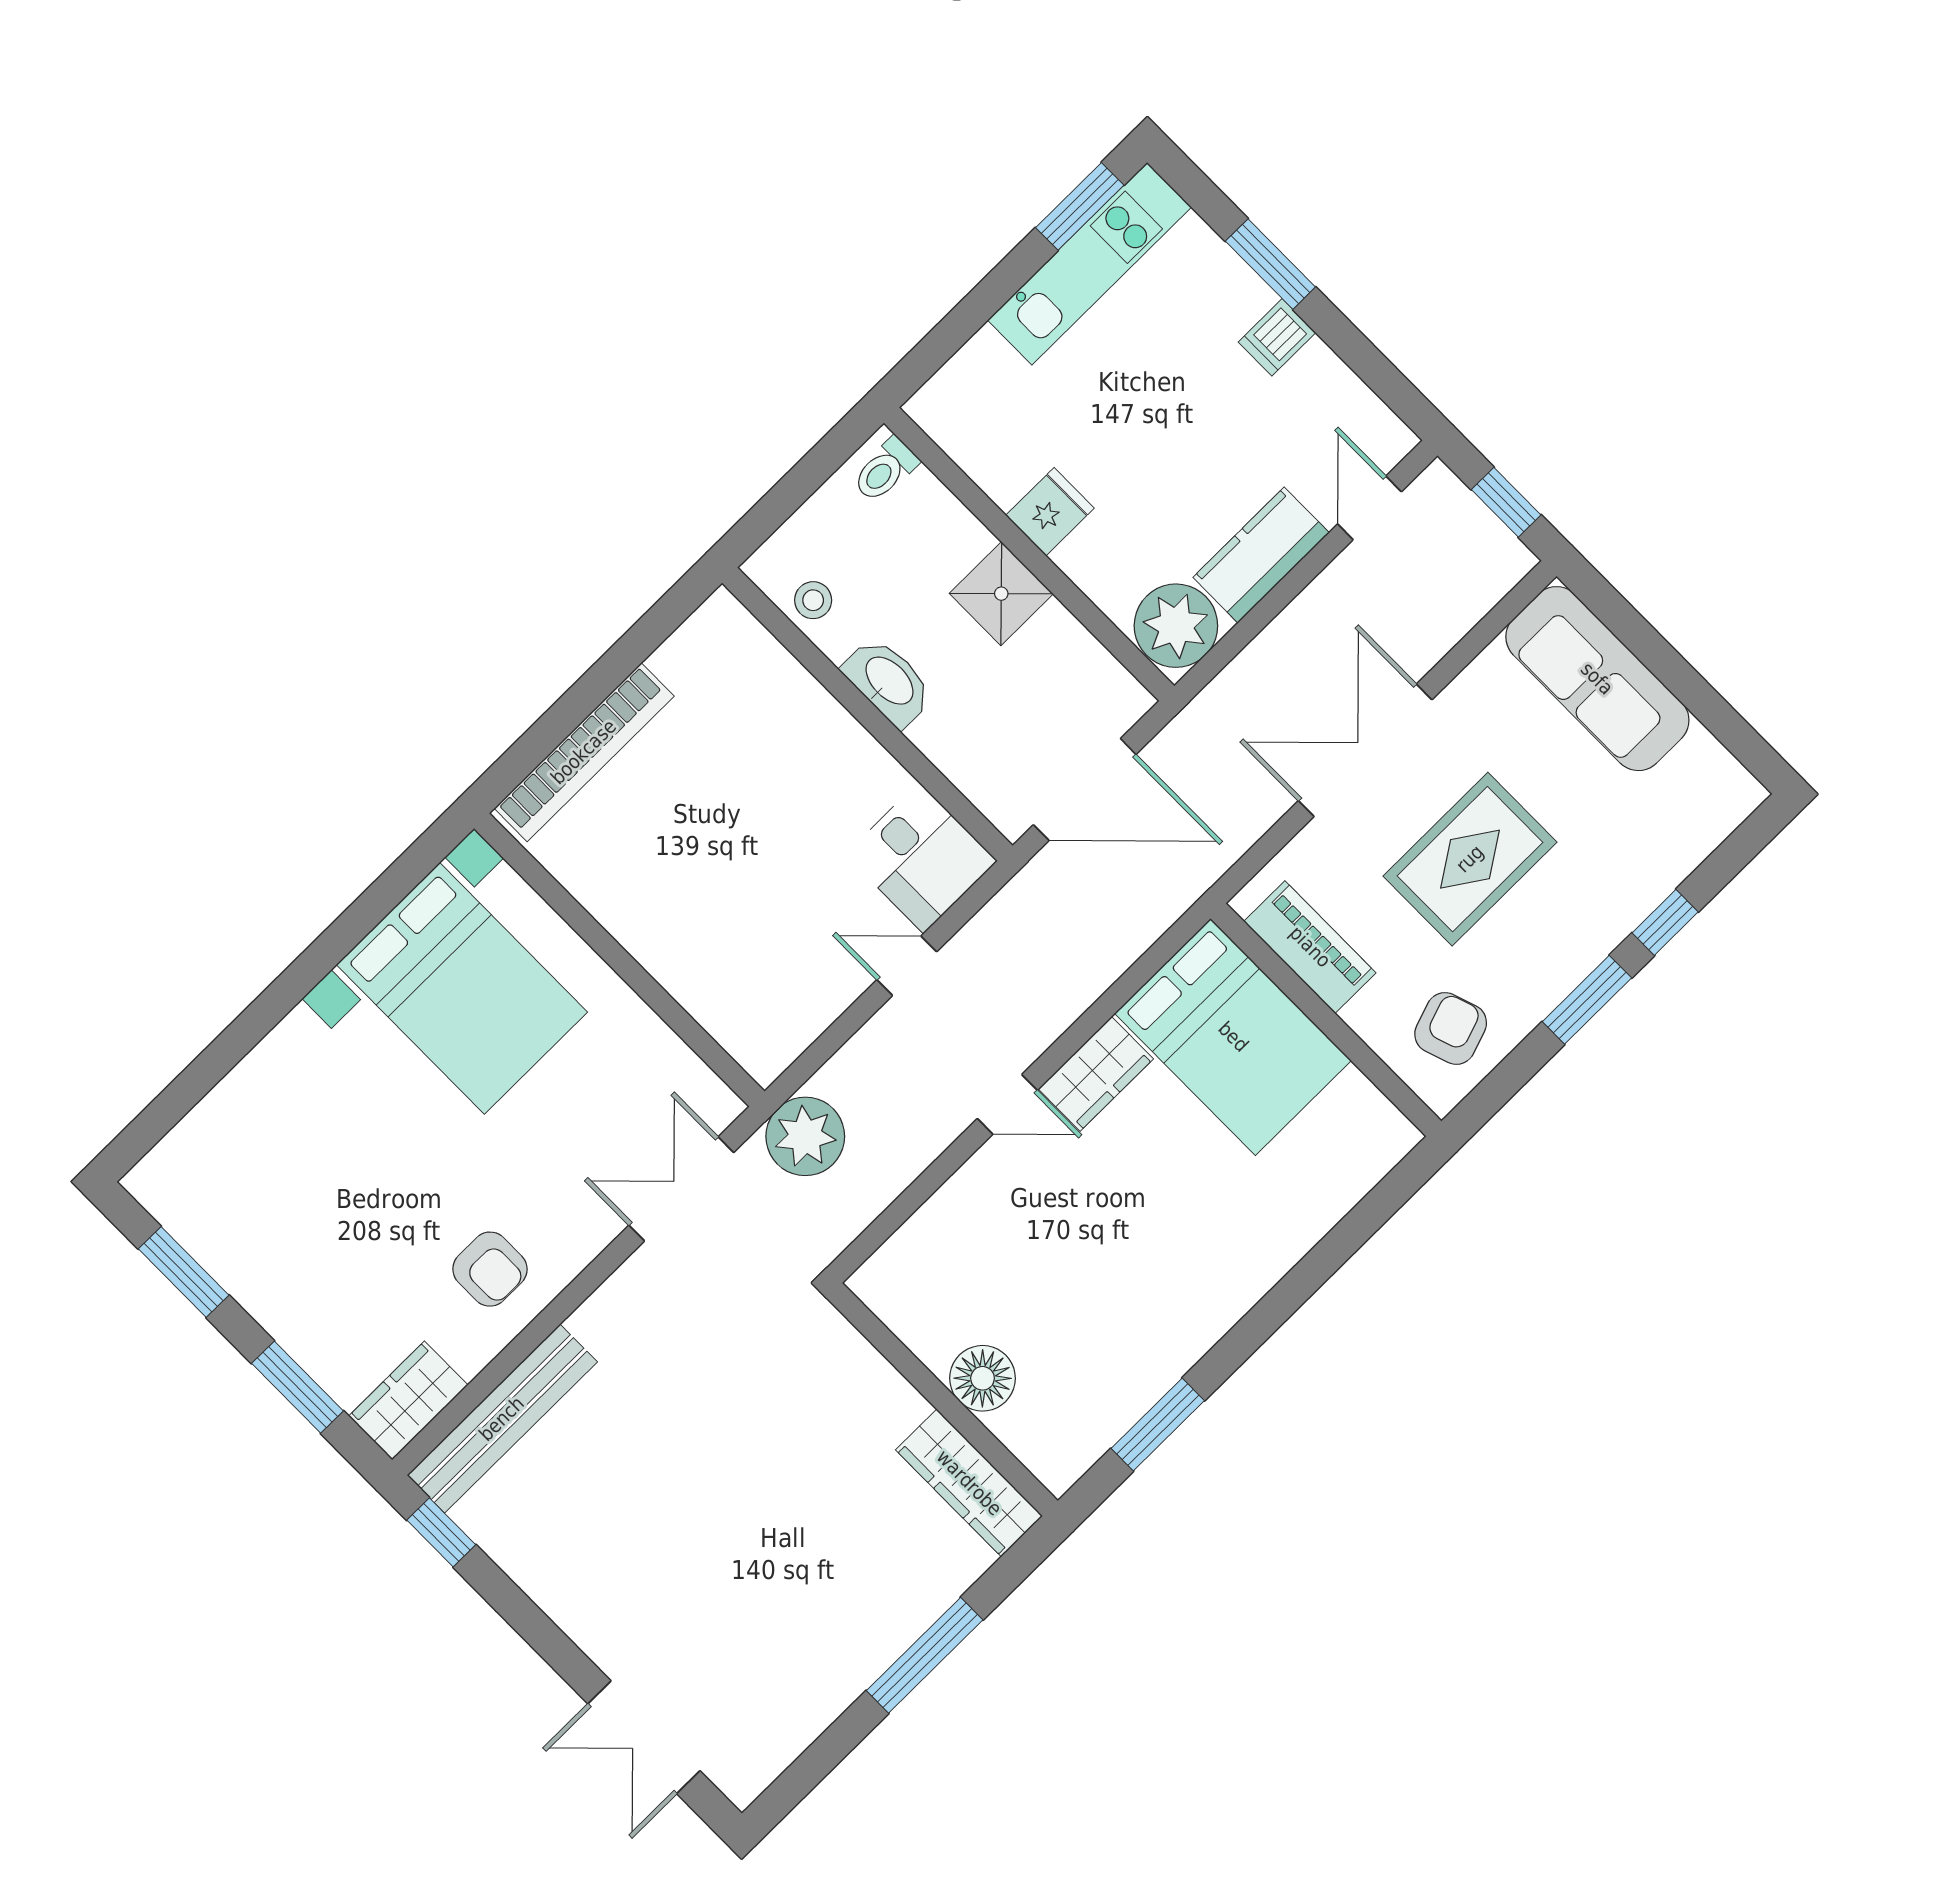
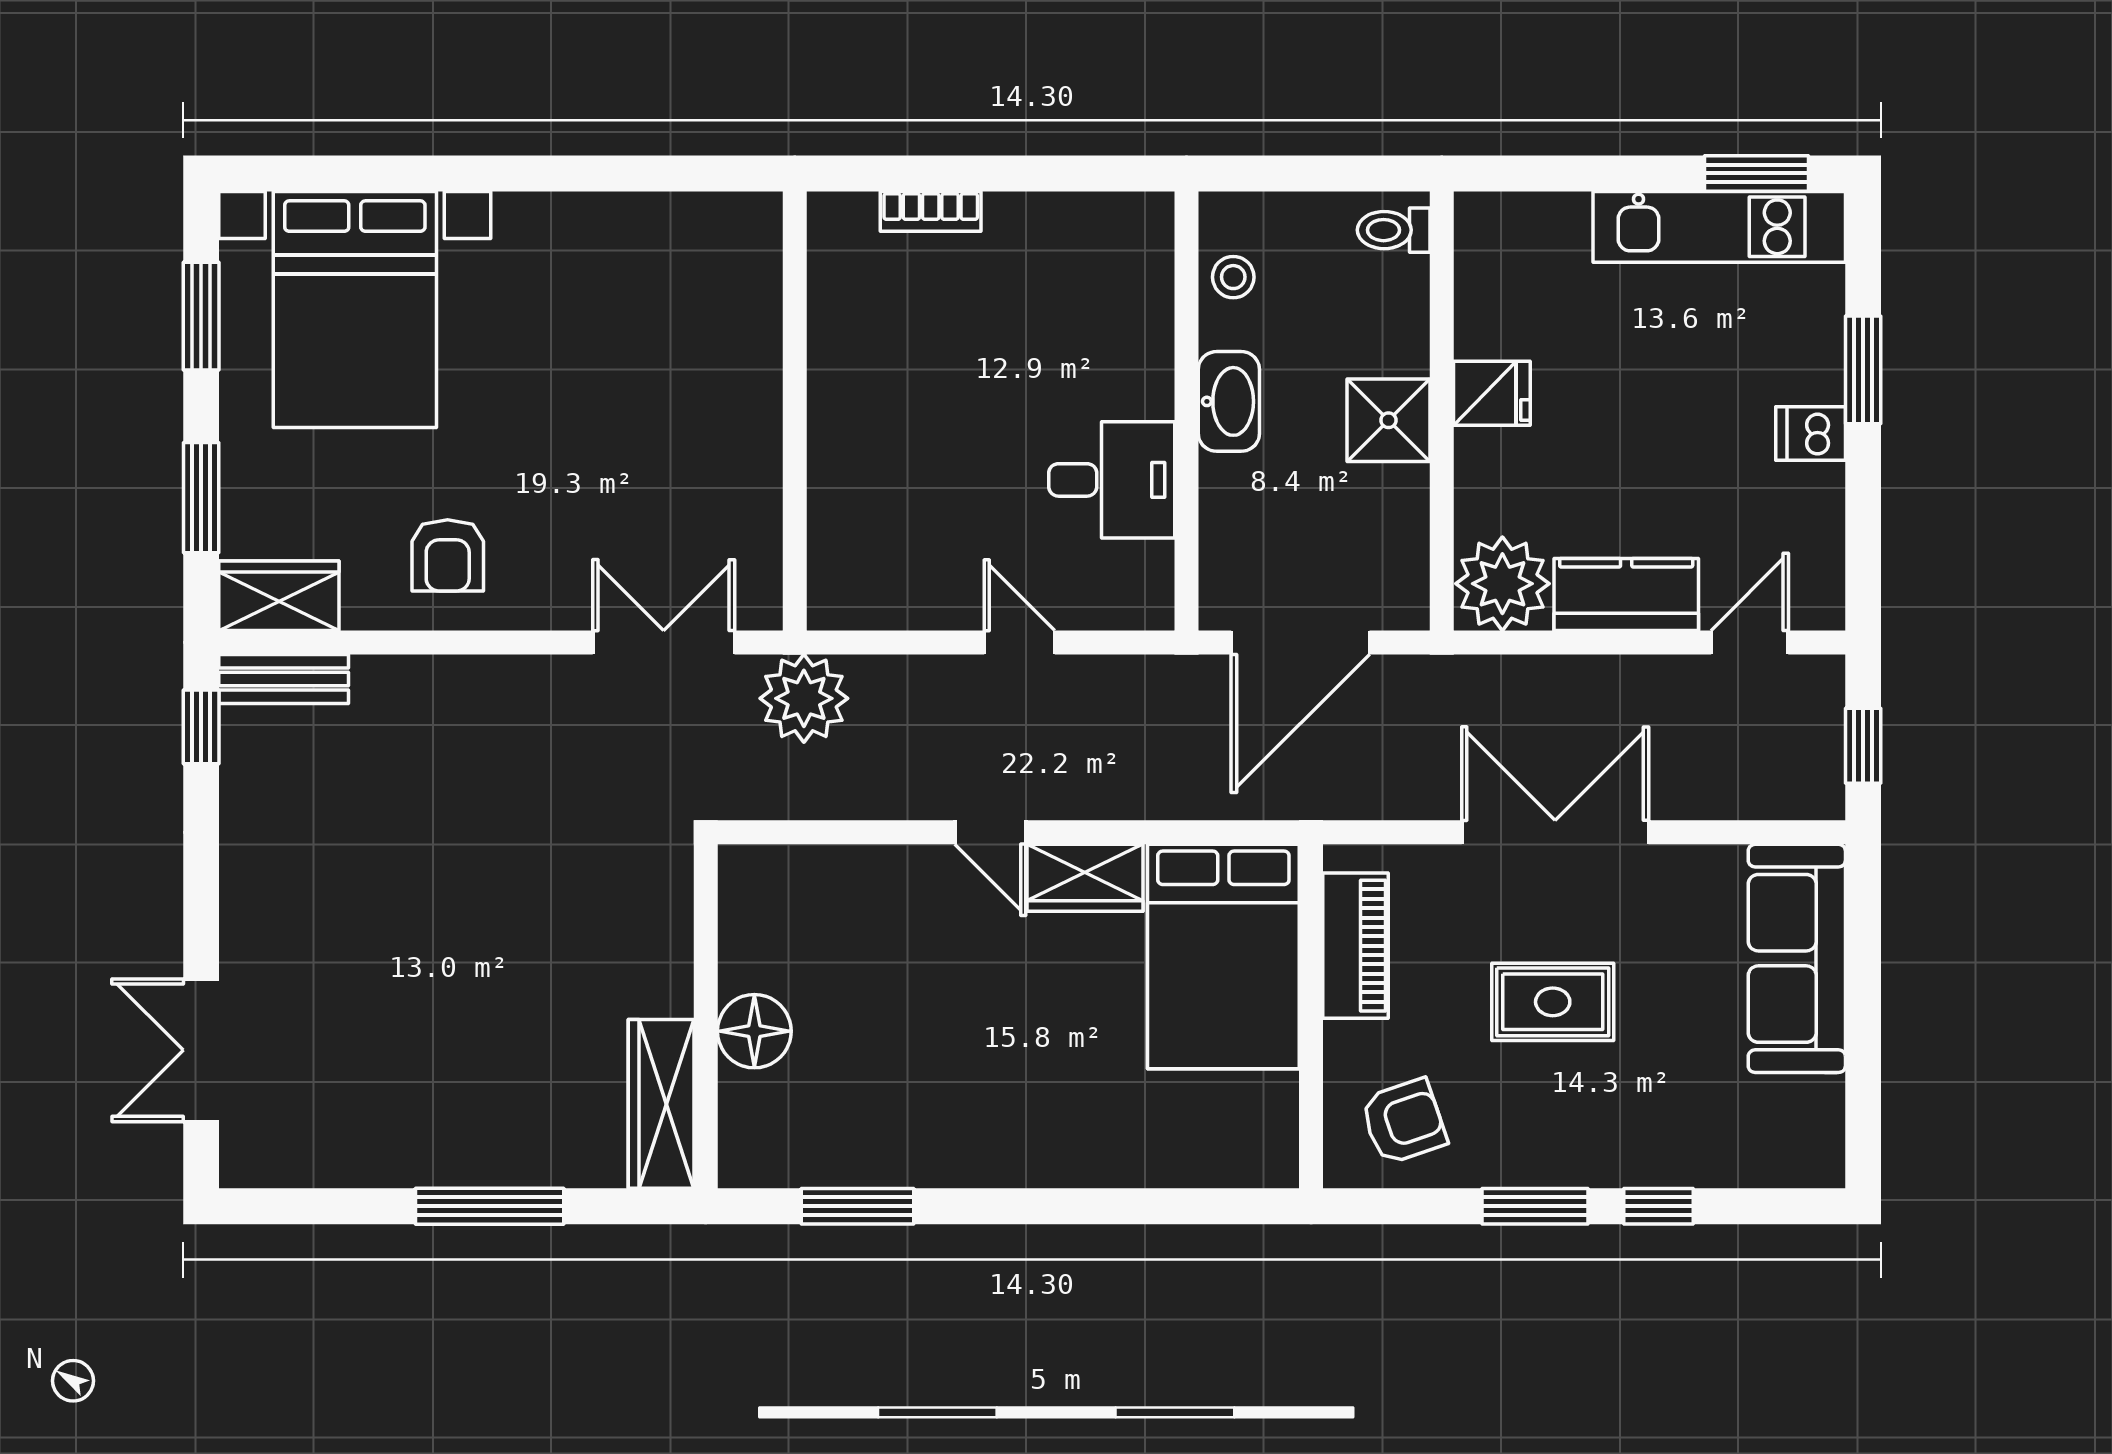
bookcase: (584, 752) -> (931, 211), width x0.43, depth x0.76
door: (1085, 790) -> (1300, 642), hinge flipped
desk: (921, 858) -> (1112, 480), moved, turned -90
rug: (1470, 859) -> (1553, 1002), width x0.73, depth x0.70
bed with nightstands: (462, 988) -> (355, 309), moved
bench: (502, 1419) -> (284, 679), width x0.54, depth x0.82

